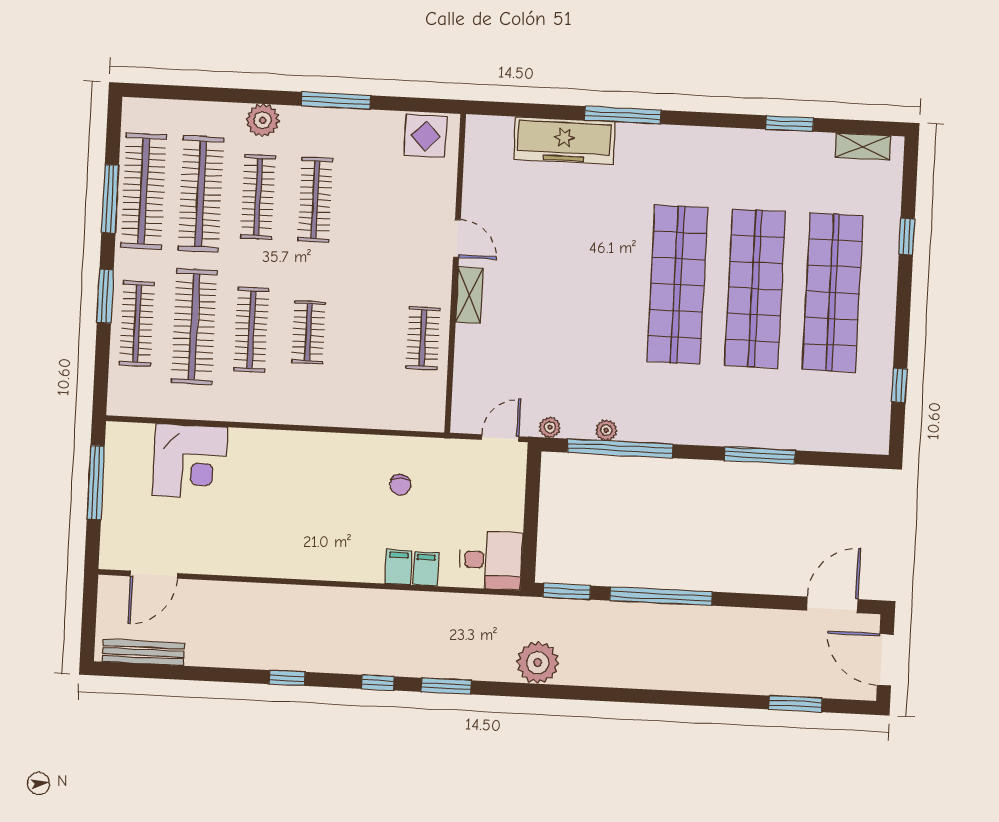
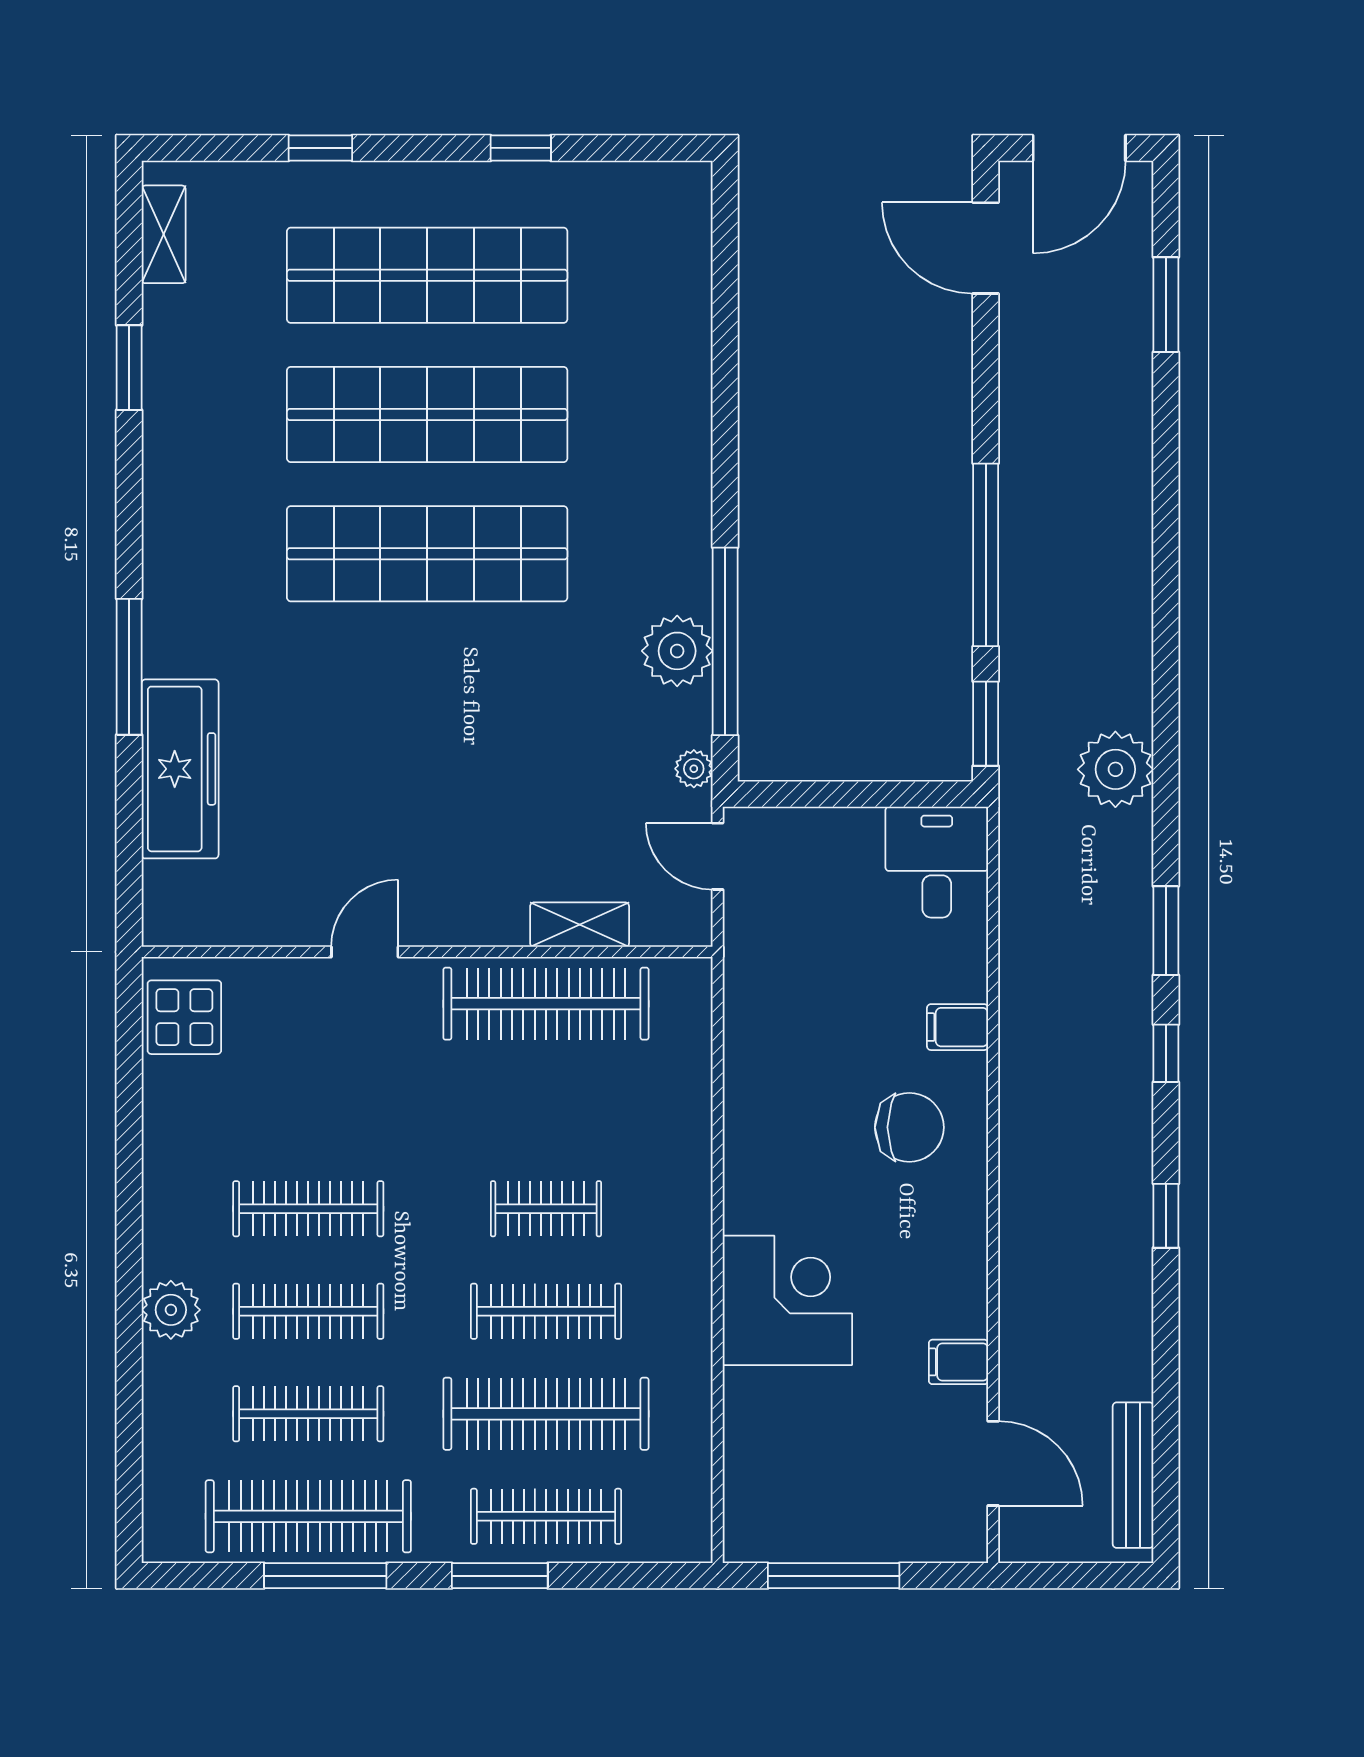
window: (336, 101) -> (129, 1181), removed
clothes rail: (201, 194) -> (308, 1414), width x0.73, depth x0.76
shelving: (469, 295) -> (580, 925), moved
clothes rail: (423, 338) -> (546, 1004), width x1.86, depth x1.31
window: (899, 385) -> (521, 148), moved
plant: (606, 430) -> (677, 651), width x1.88, depth x1.88
window: (760, 455) -> (725, 391), removed
corner desk: (190, 461) -> (787, 1300), moved
chair: (400, 485) -> (909, 1127), moved, width x1.87, depth x1.87
filing cabinet: (426, 569) -> (958, 1362), moved

